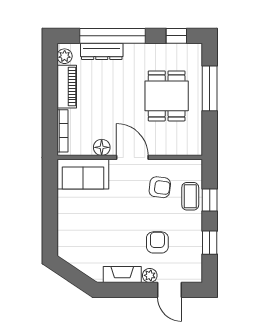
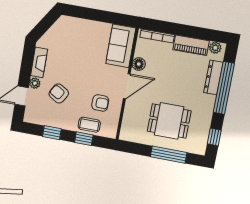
armchair: (160, 187) -> (100, 103), turned -96
armchair: (157, 242) -> (59, 93), turned -149

